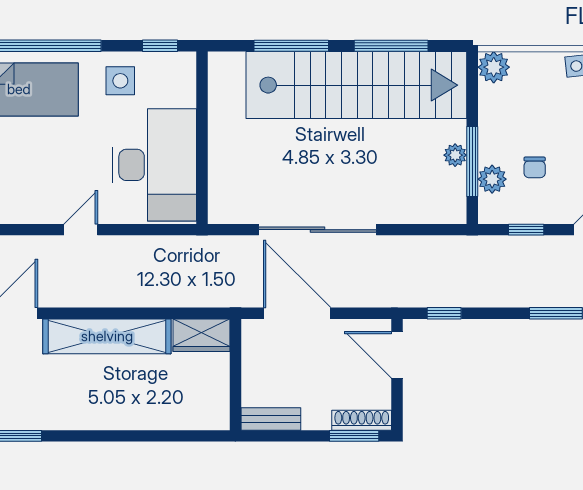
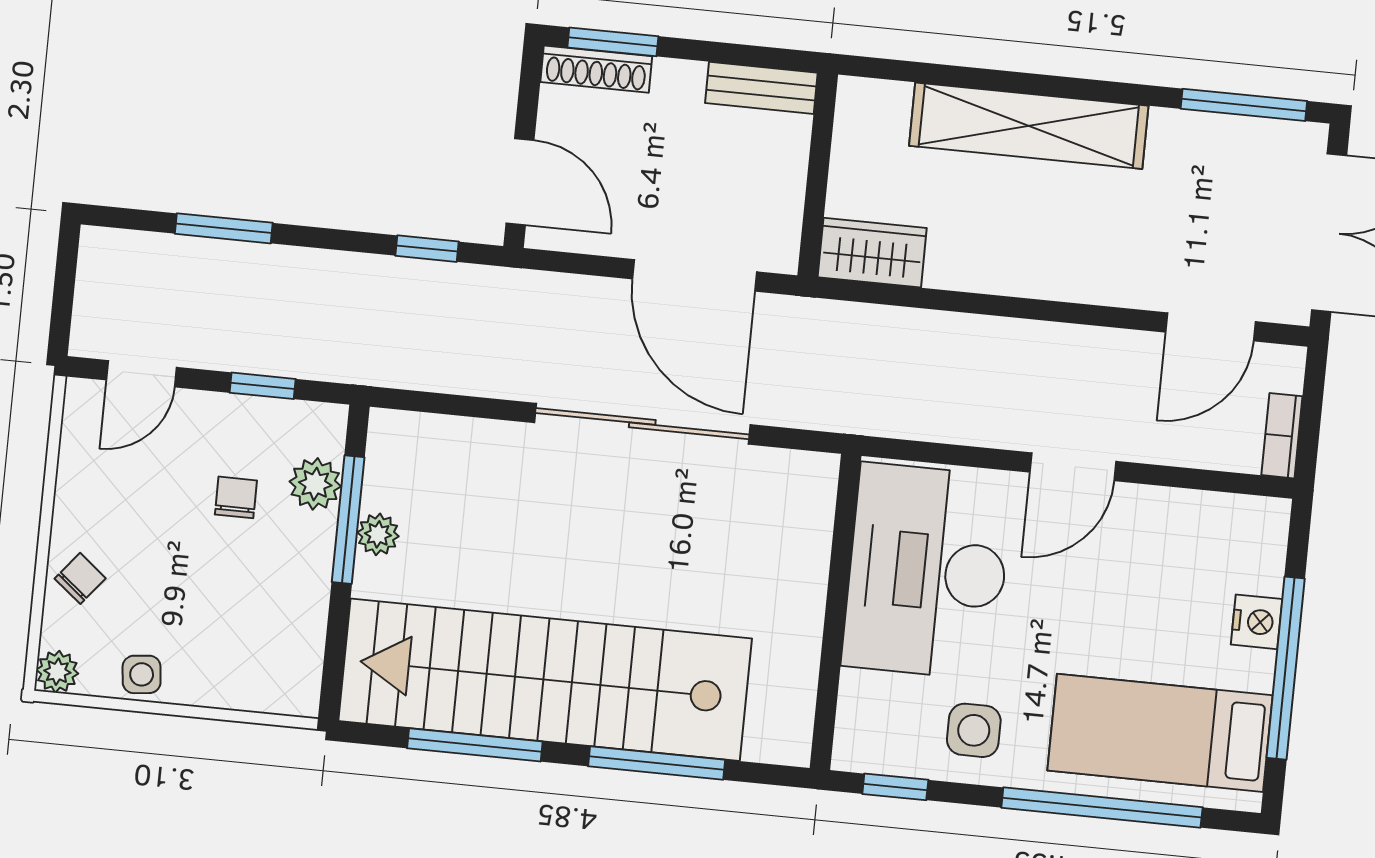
plant: (494, 67) -> (292, 687), removed
door: (81, 230) -> (1073, 467), width x1.38
shelving: (107, 336) -> (1029, 126), moved

